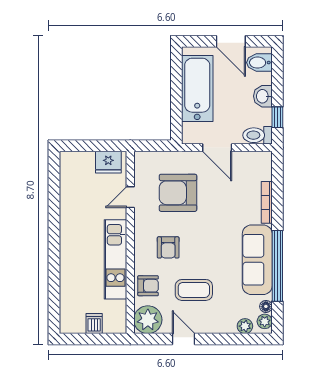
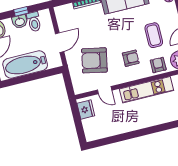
window: (277, 117) -> (21, 11), moved
toilet: (257, 135) -> (34, 22), moved
armchair: (178, 193) -> (94, 60), turned 101

